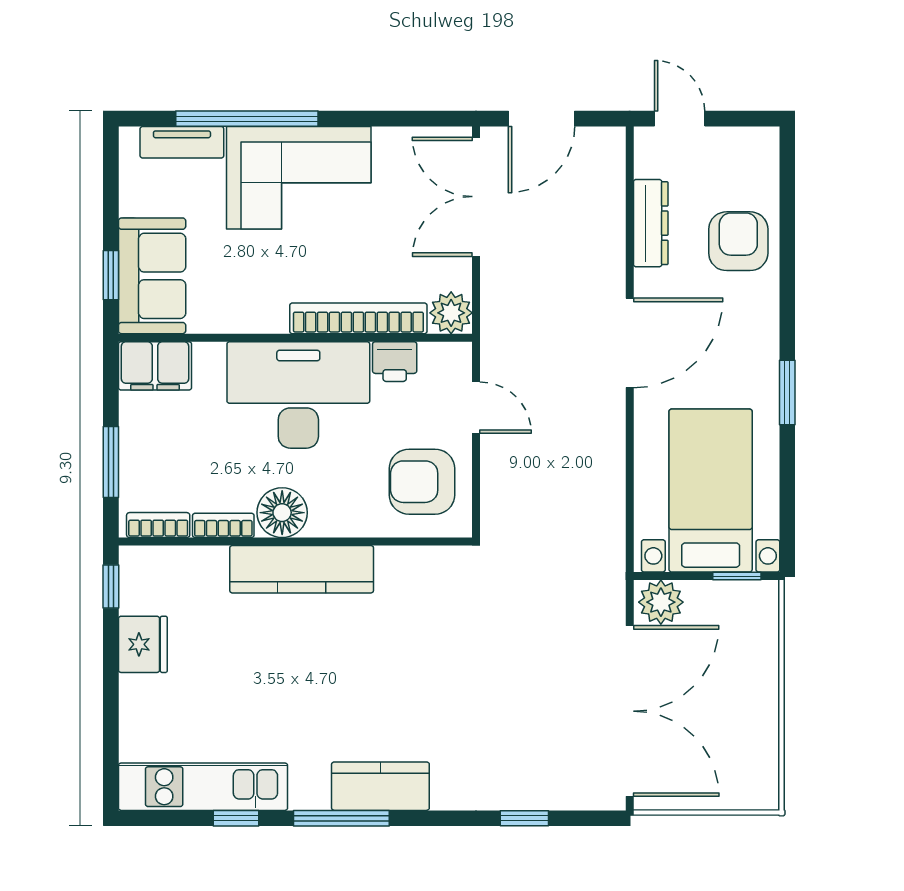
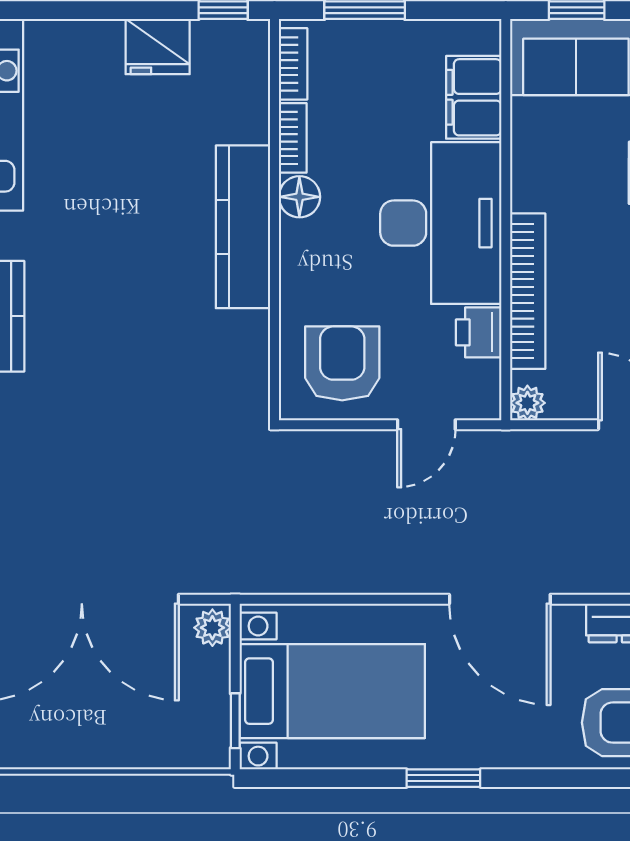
plant: (451, 313) -> (527, 403), width x0.73, depth x0.73
filing cabinet: (155, 366) -> (474, 97), moved
floor lamp: (282, 513) -> (299, 197), width x0.73, depth x0.73
plant: (661, 602) -> (212, 628), width x0.73, depth x0.73

